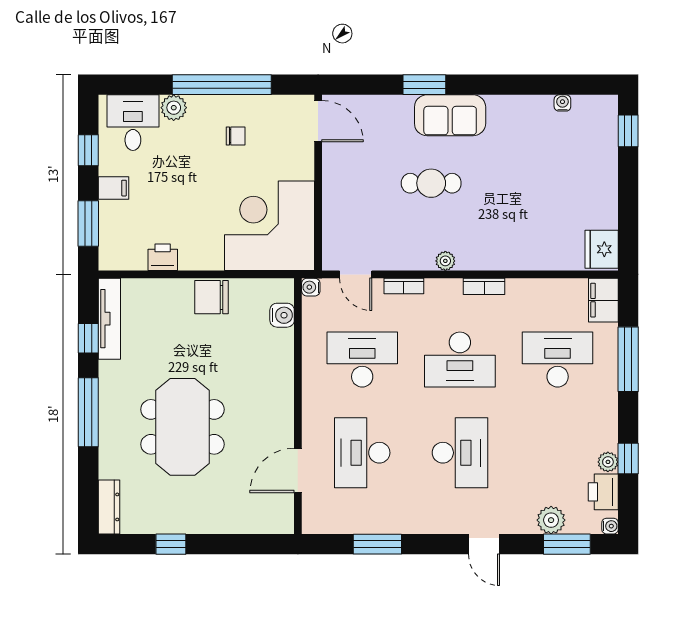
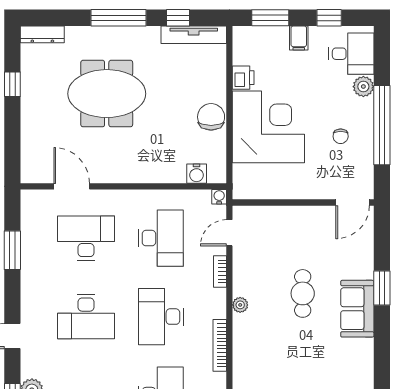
corner desk: (269, 226) -> (268, 127), moved
bookcase: (484, 286) -> (220, 345), width x1.56

